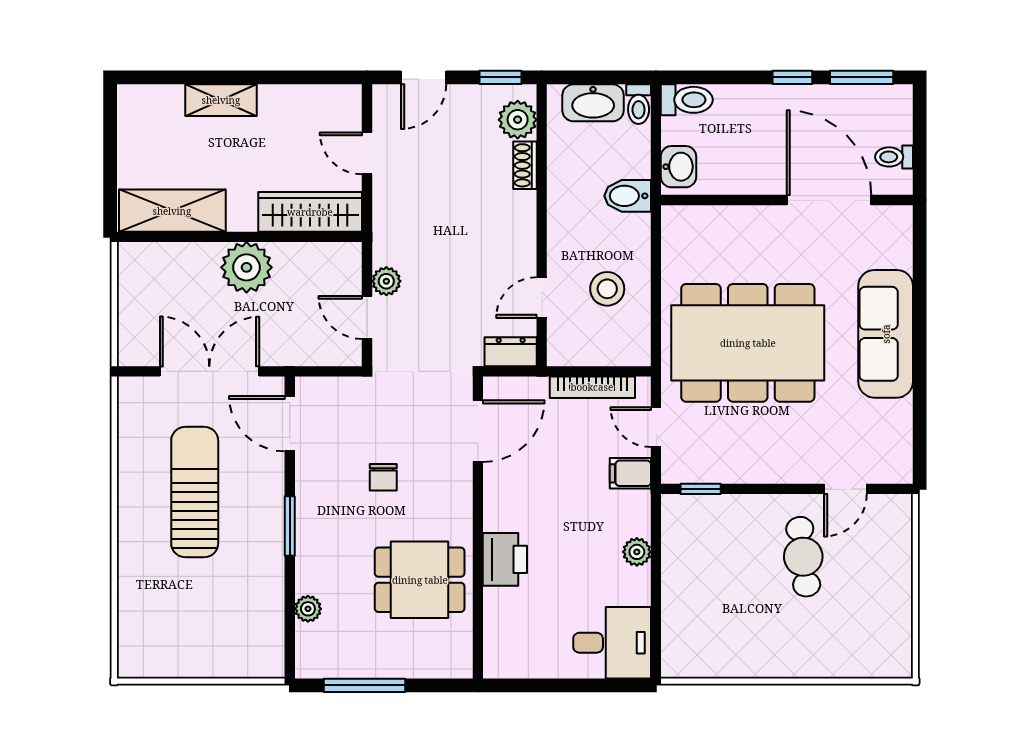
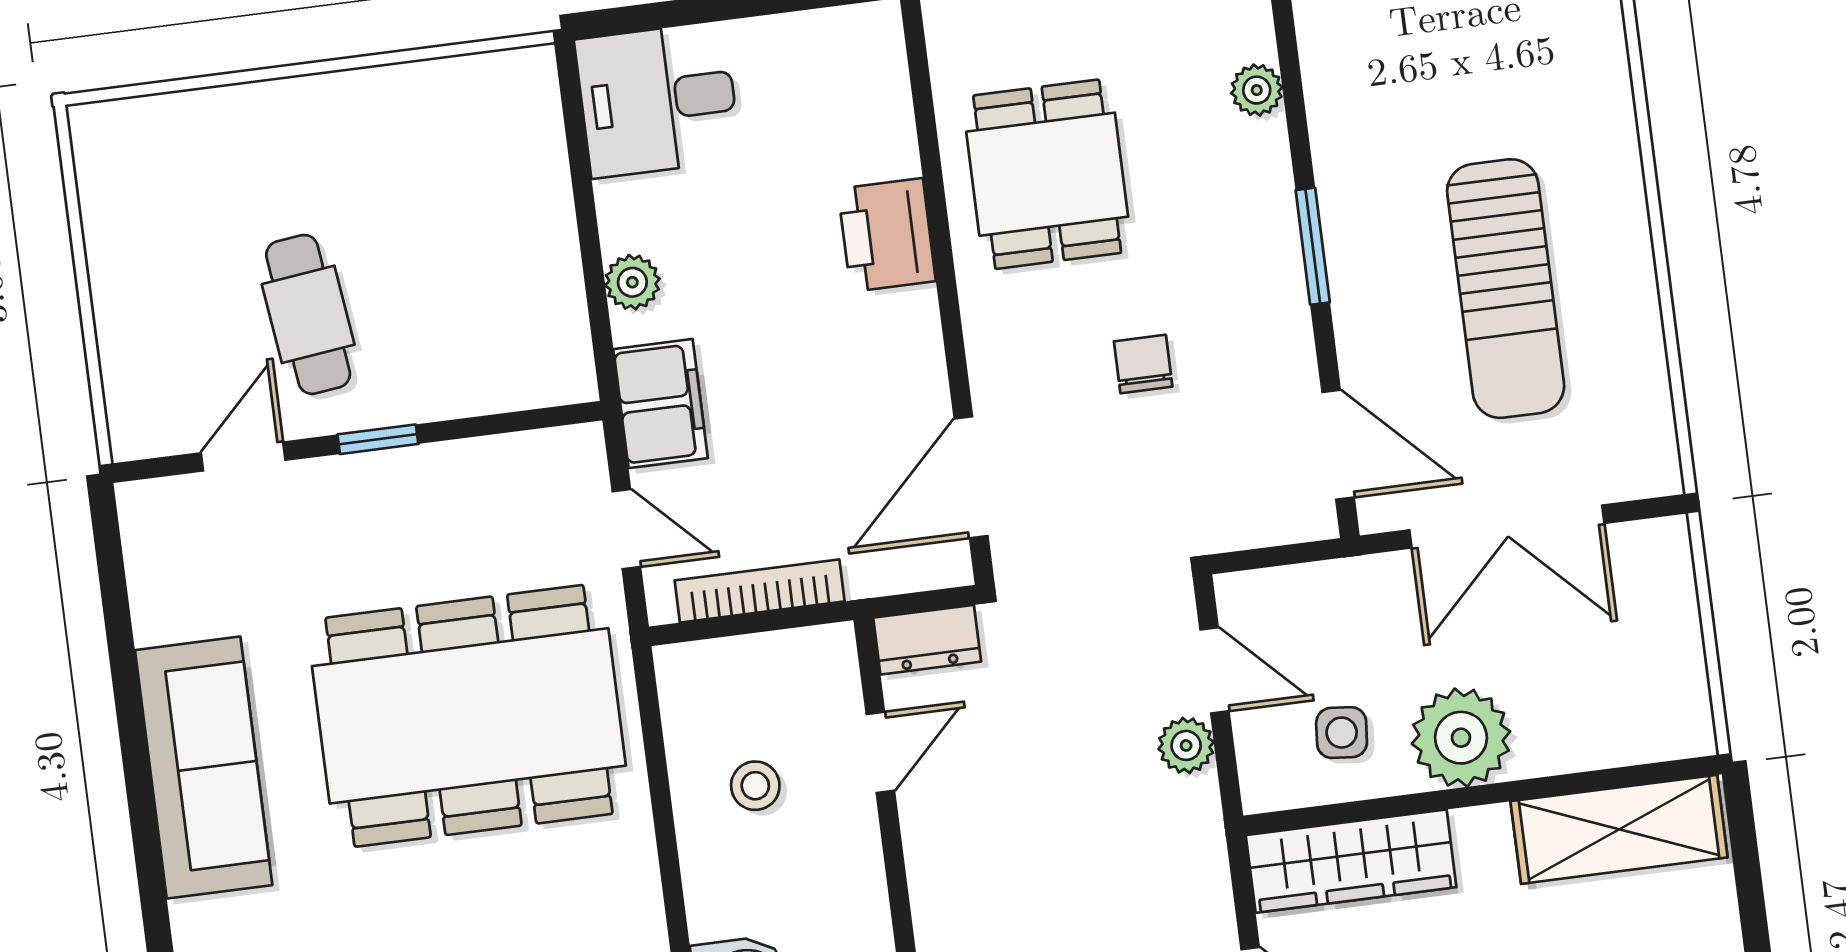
side table: (307, 278) -> (1342, 733), added
stool: (607, 289) -> (755, 786), width x0.73, depth x0.73
filing cabinet: (630, 473) -> (661, 404), width x2.00
window: (701, 489) -> (378, 439), moved
dining table: (420, 580) -> (1047, 174), turned 90

